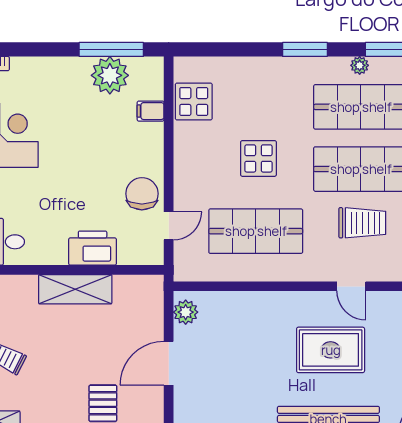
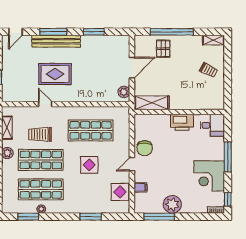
window: (305, 49) -> (91, 217), moved
plant: (110, 75) -> (172, 204), moved
door: (169, 226) -> (132, 164), moved
printer: (93, 248) -> (182, 122), moved
shelving: (75, 289) -> (152, 103), moved

